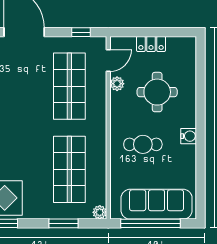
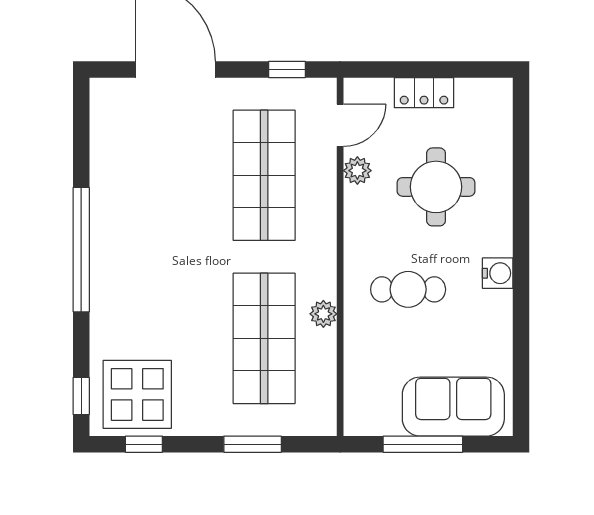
sofa: (157, 204) -> (453, 407), width x0.73
plant: (100, 212) -> (323, 314), moved
window: (150, 223) -> (423, 444), width x0.68

